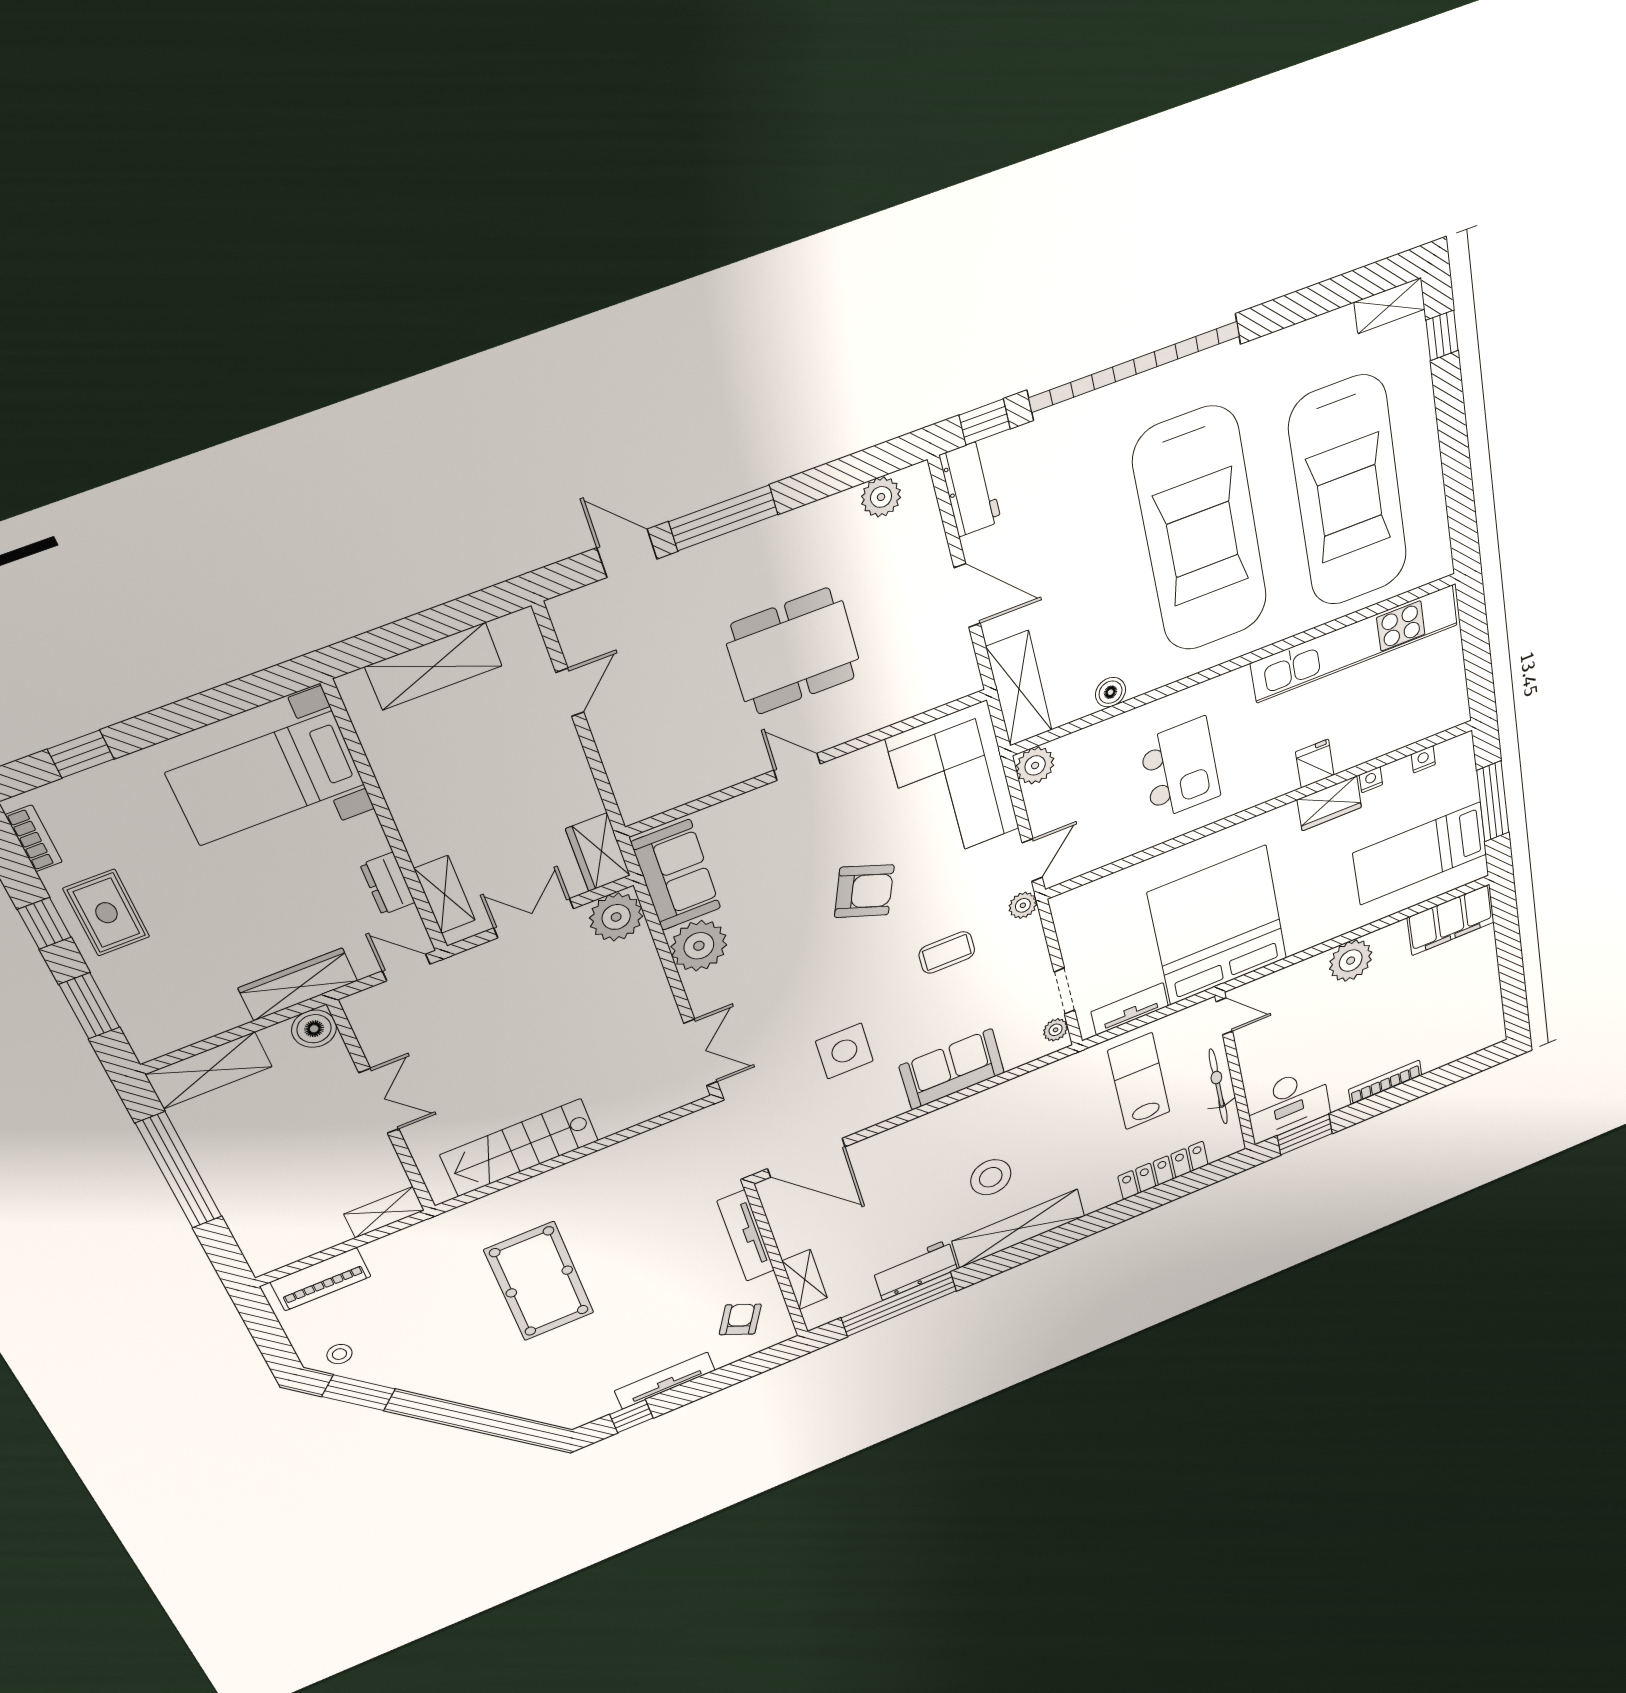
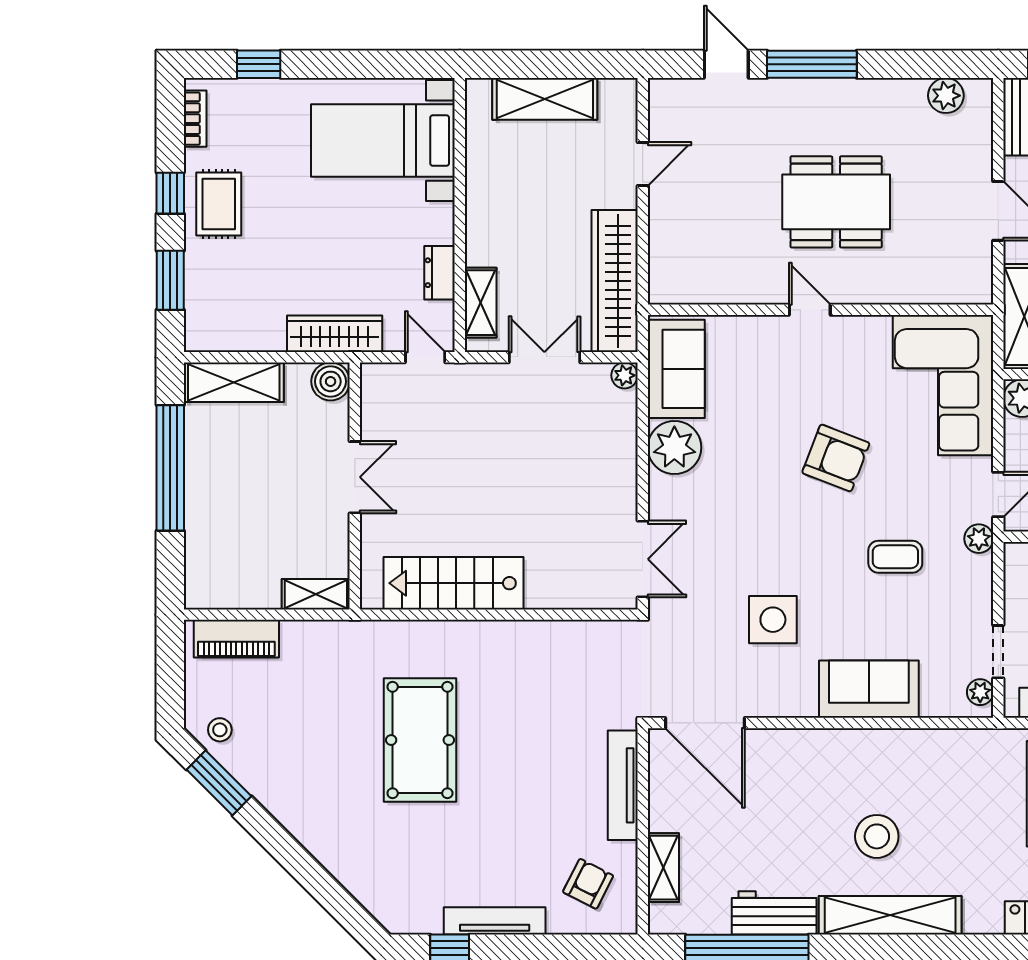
wardrobe: (598, 852) -> (615, 281), width x2.10, depth x1.17
plant: (616, 917) -> (624, 375), width x0.53, depth x0.53

